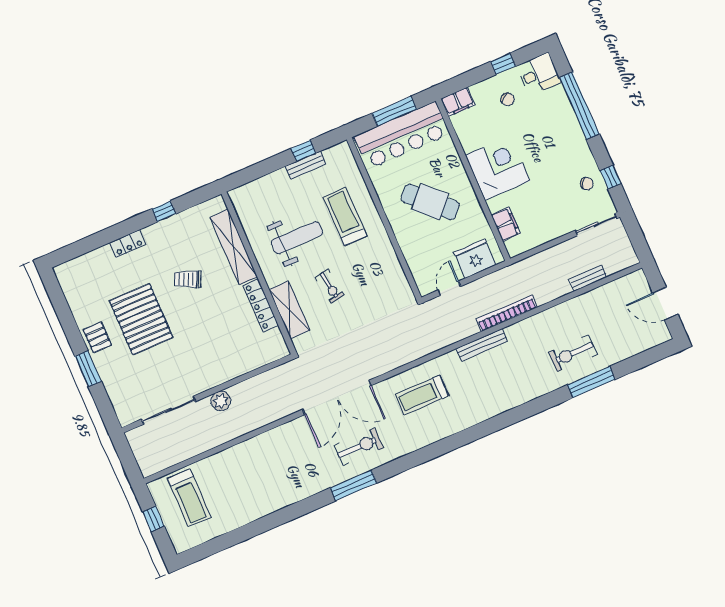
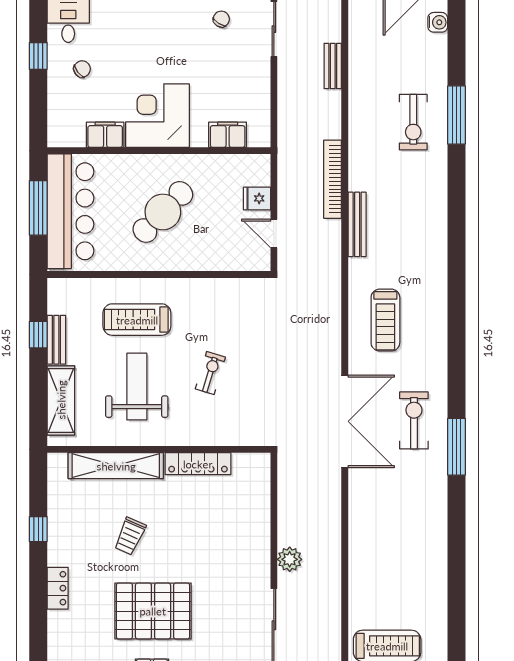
filing cabinet: (458, 102) -> (105, 135), moved, turned -90
fridge: (475, 259) -> (257, 198), width x0.53, depth x0.75
exercise bike: (330, 286) -> (210, 373), turned -64
shelving: (289, 310) -> (61, 400), moved, turned 90
water cooler: (652, 340) -> (438, 22), added

